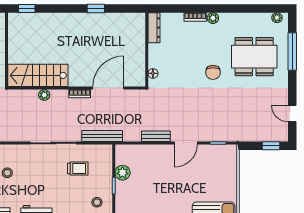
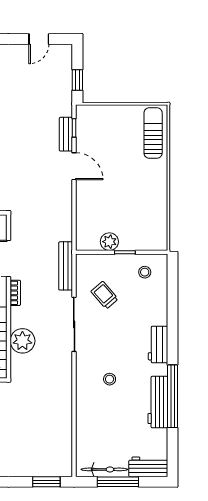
plant: (44, 95) -> (22, 341), width x1.87, depth x1.87
bench: (156, 136) -> (66, 134), moved
window: (271, 146) -> (77, 80), moved
trolley: (78, 169) -> (105, 295), turned -41

